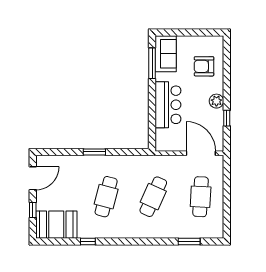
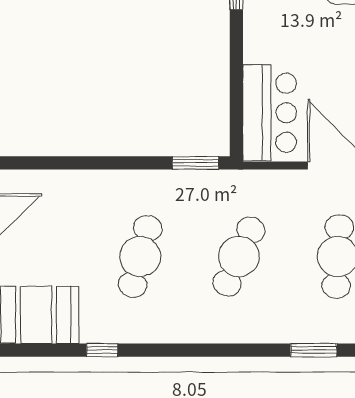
bar counter: (168, 105) -> (270, 113), moved
window: (94, 152) -> (196, 163), moved

